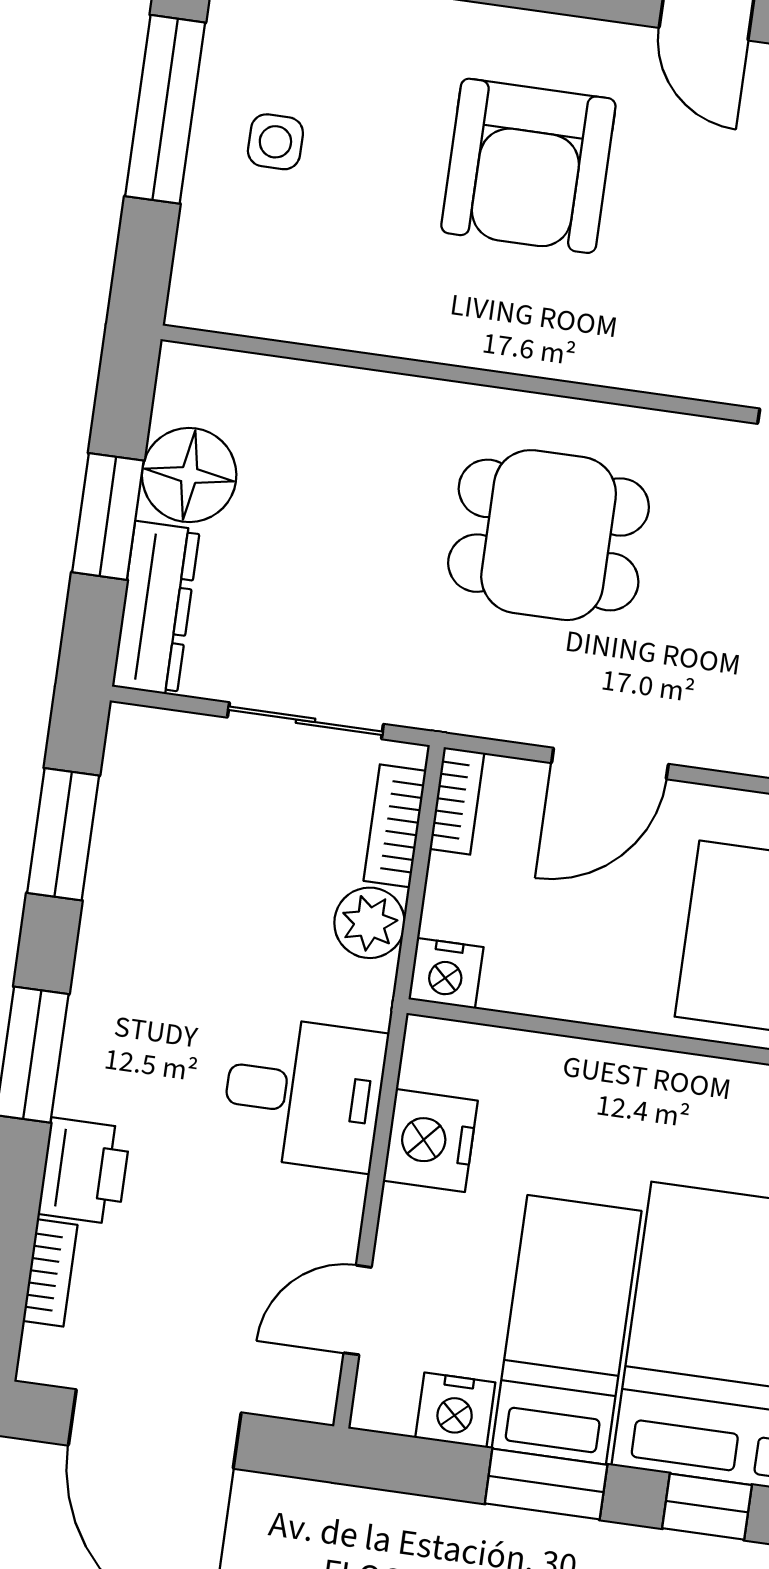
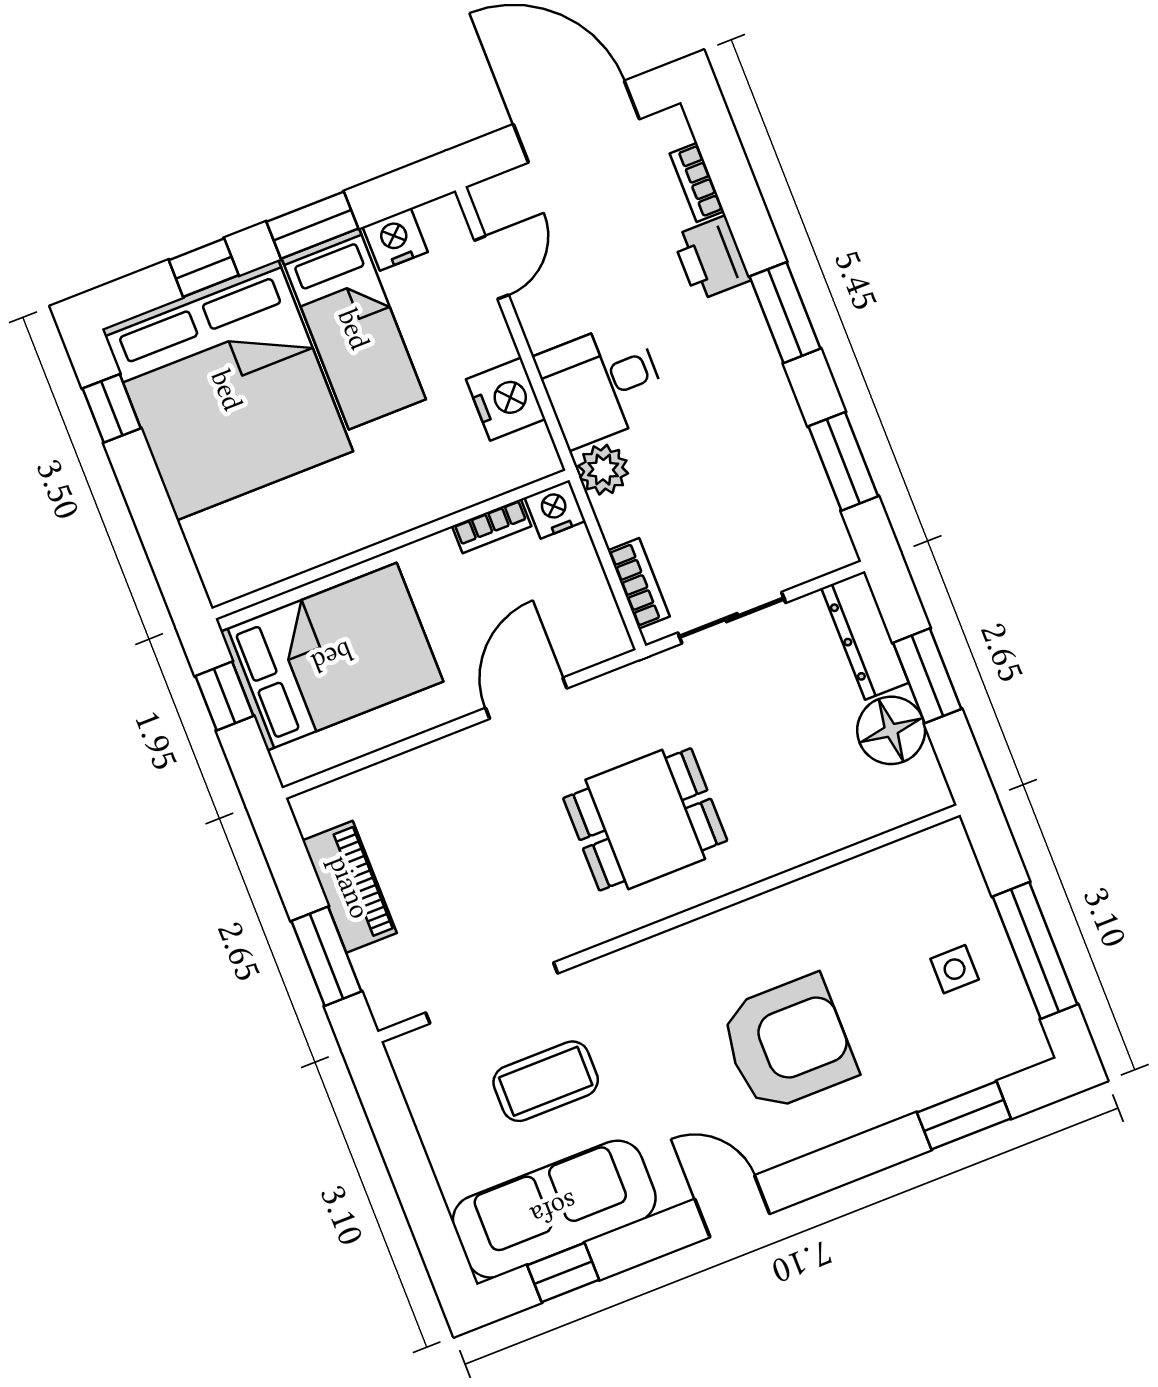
armchair: (528, 166) -> (788, 1043), turned 90
bookcase: (457, 801) -> (492, 526), moved, turned -90
plant: (370, 923) -> (603, 470), moved

